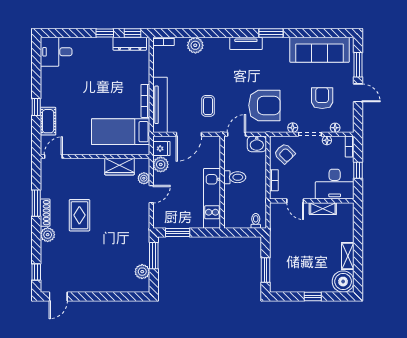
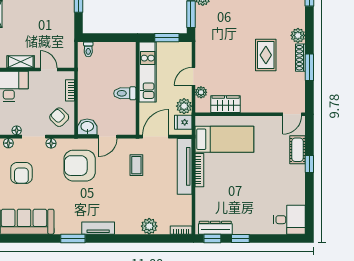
toilet: (235, 177) -> (125, 93), moved
wall: (222, 182) -> (138, 88), moved
kitchen unit: (212, 198) -> (148, 72), moved

